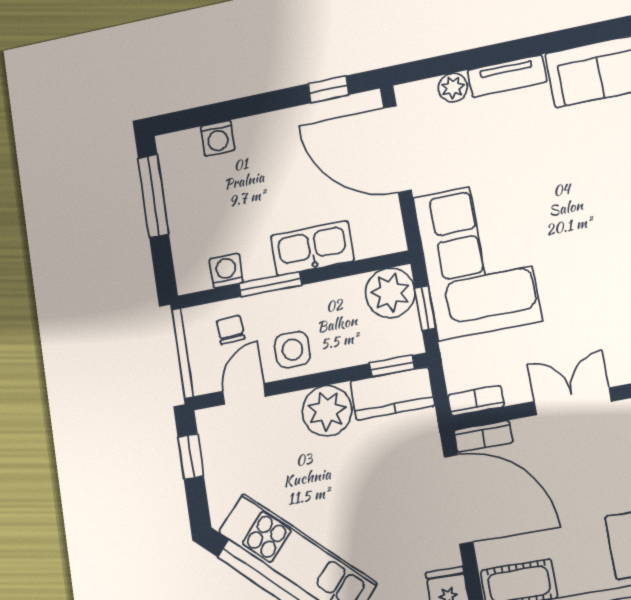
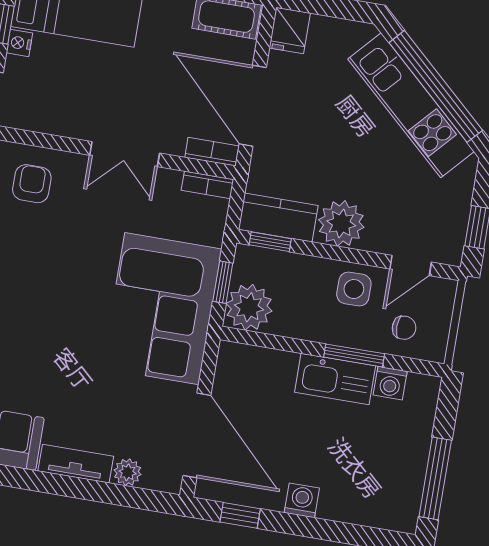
washing machine: (218, 138) -> (302, 500), moved
kitchen sink: (312, 248) -> (335, 379), moved
chair: (230, 330) -> (404, 328), turned -87

